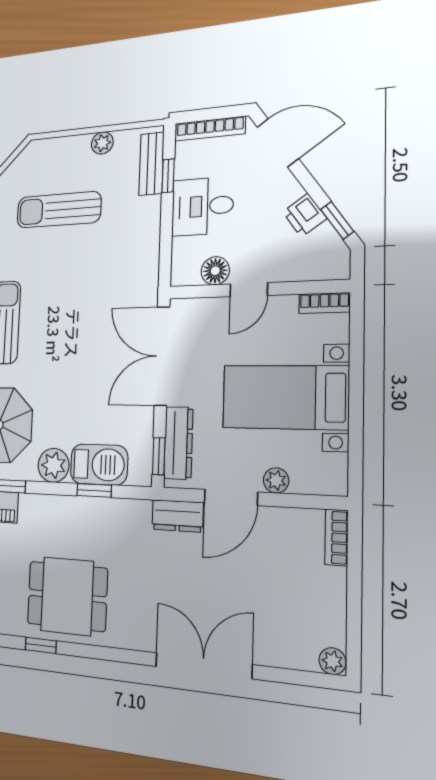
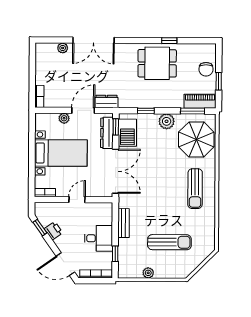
bench: (151, 164) -> (124, 223), moved
floor lamp: (215, 271) -> (92, 209), removed
barbecue: (99, 465) -> (127, 133), moved, turned -90
plant: (332, 661) -> (63, 48), moved

